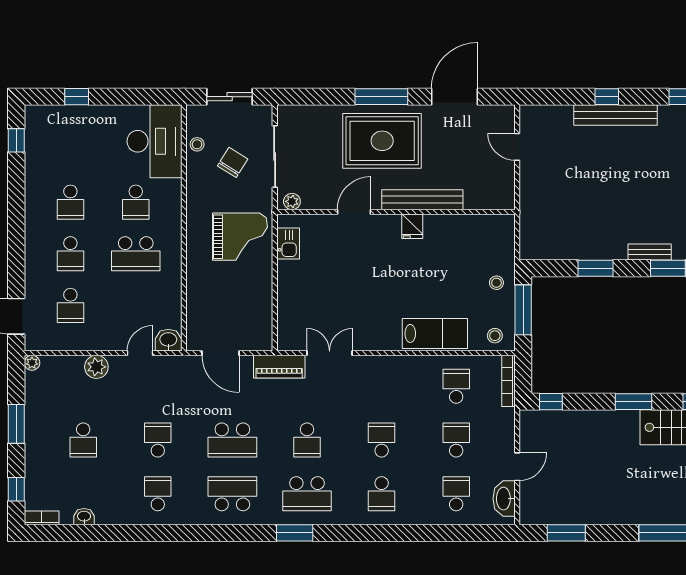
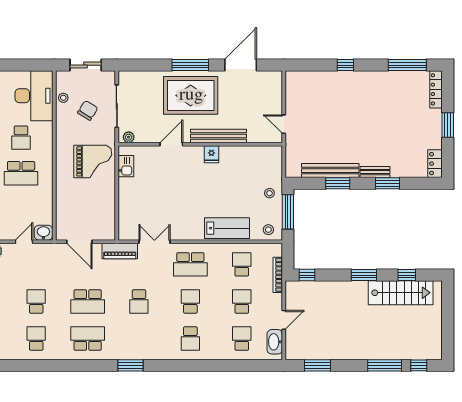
bench: (615, 115) -> (330, 171), moved
door: (517, 147) -> (284, 124), moved
bookcase: (508, 381) -> (278, 275), moved
school desk: (307, 494) -> (190, 264), moved

